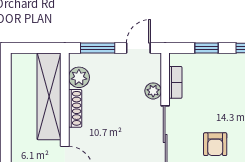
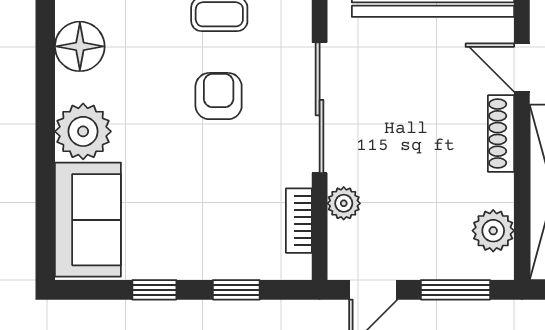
shoe rack: (75, 108) -> (501, 134), moved

